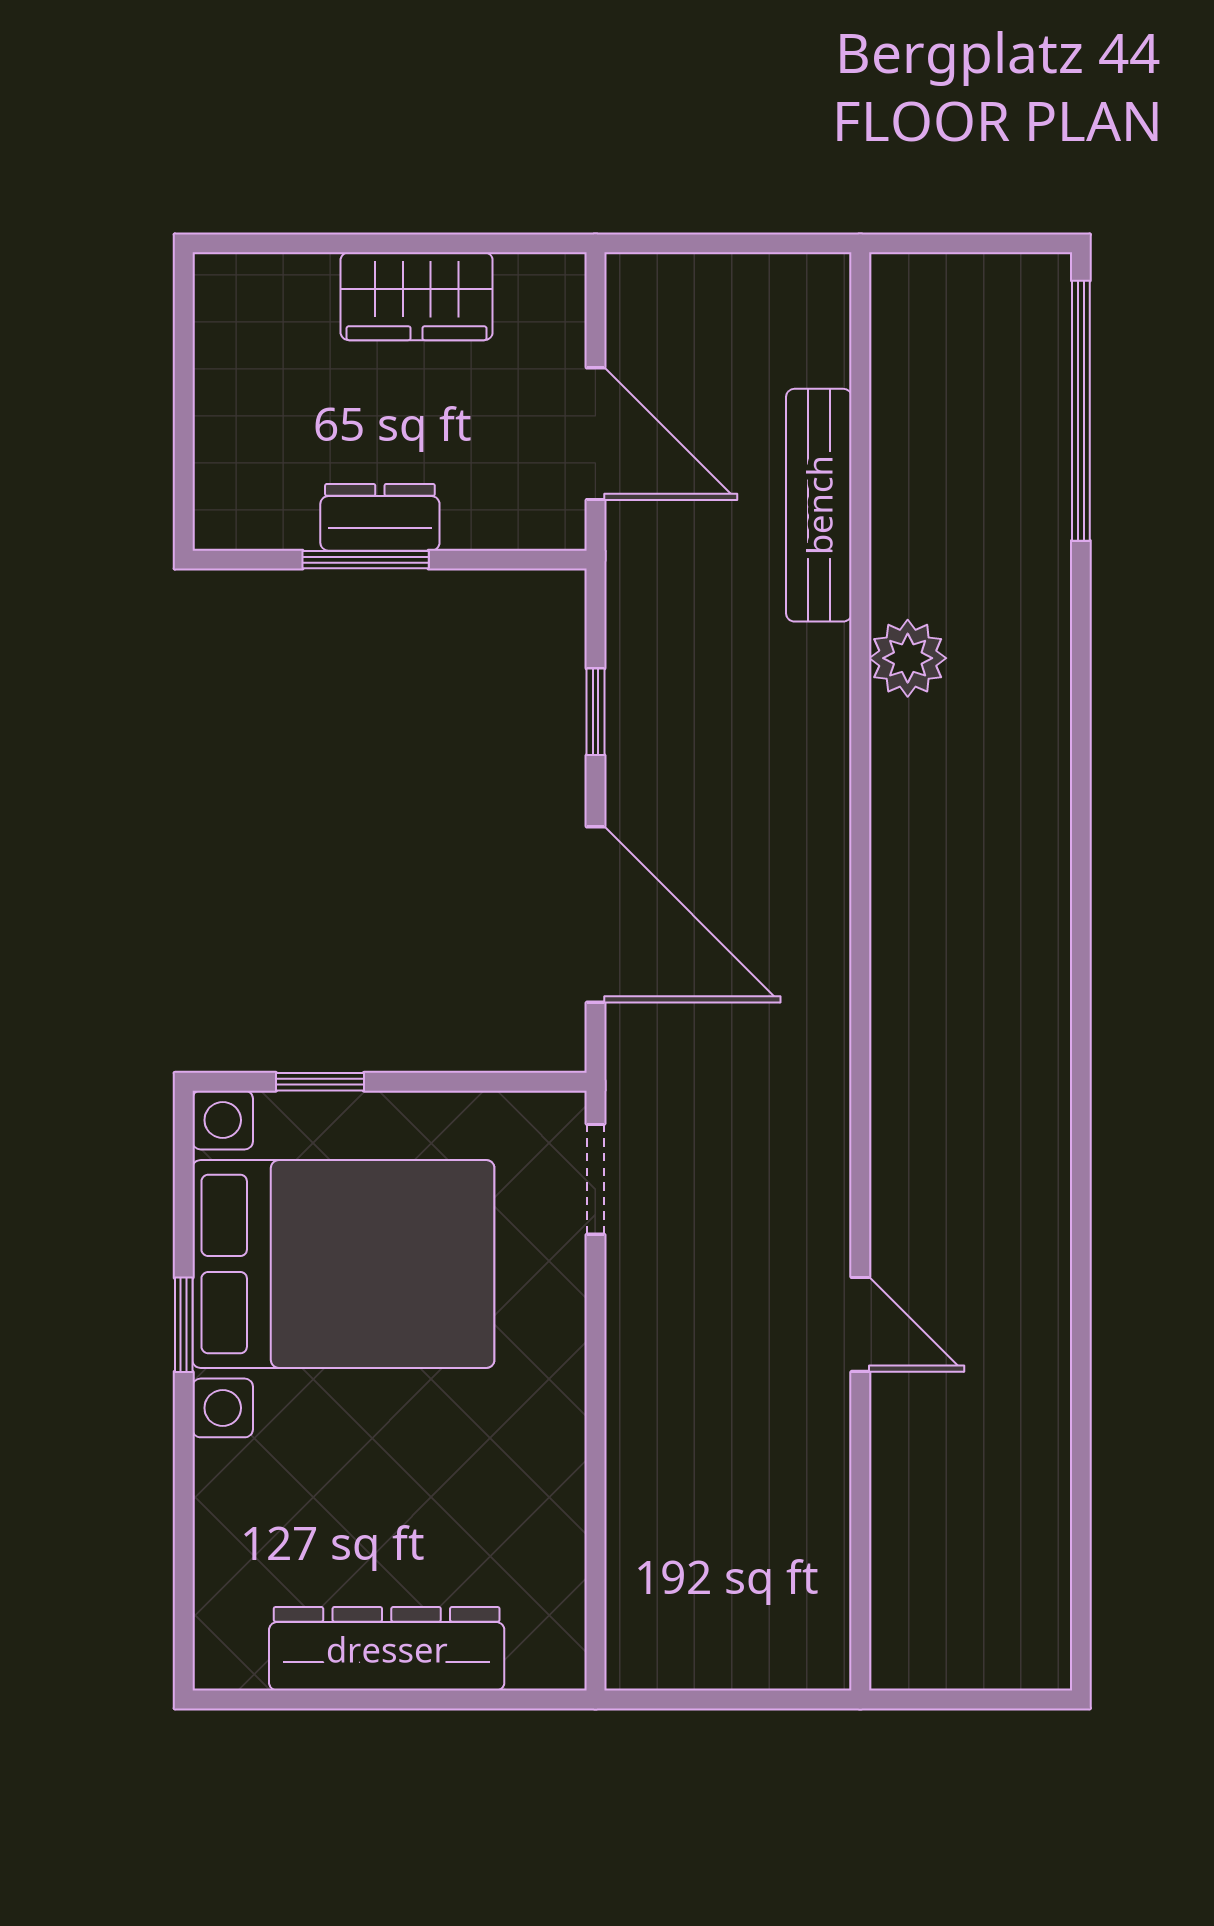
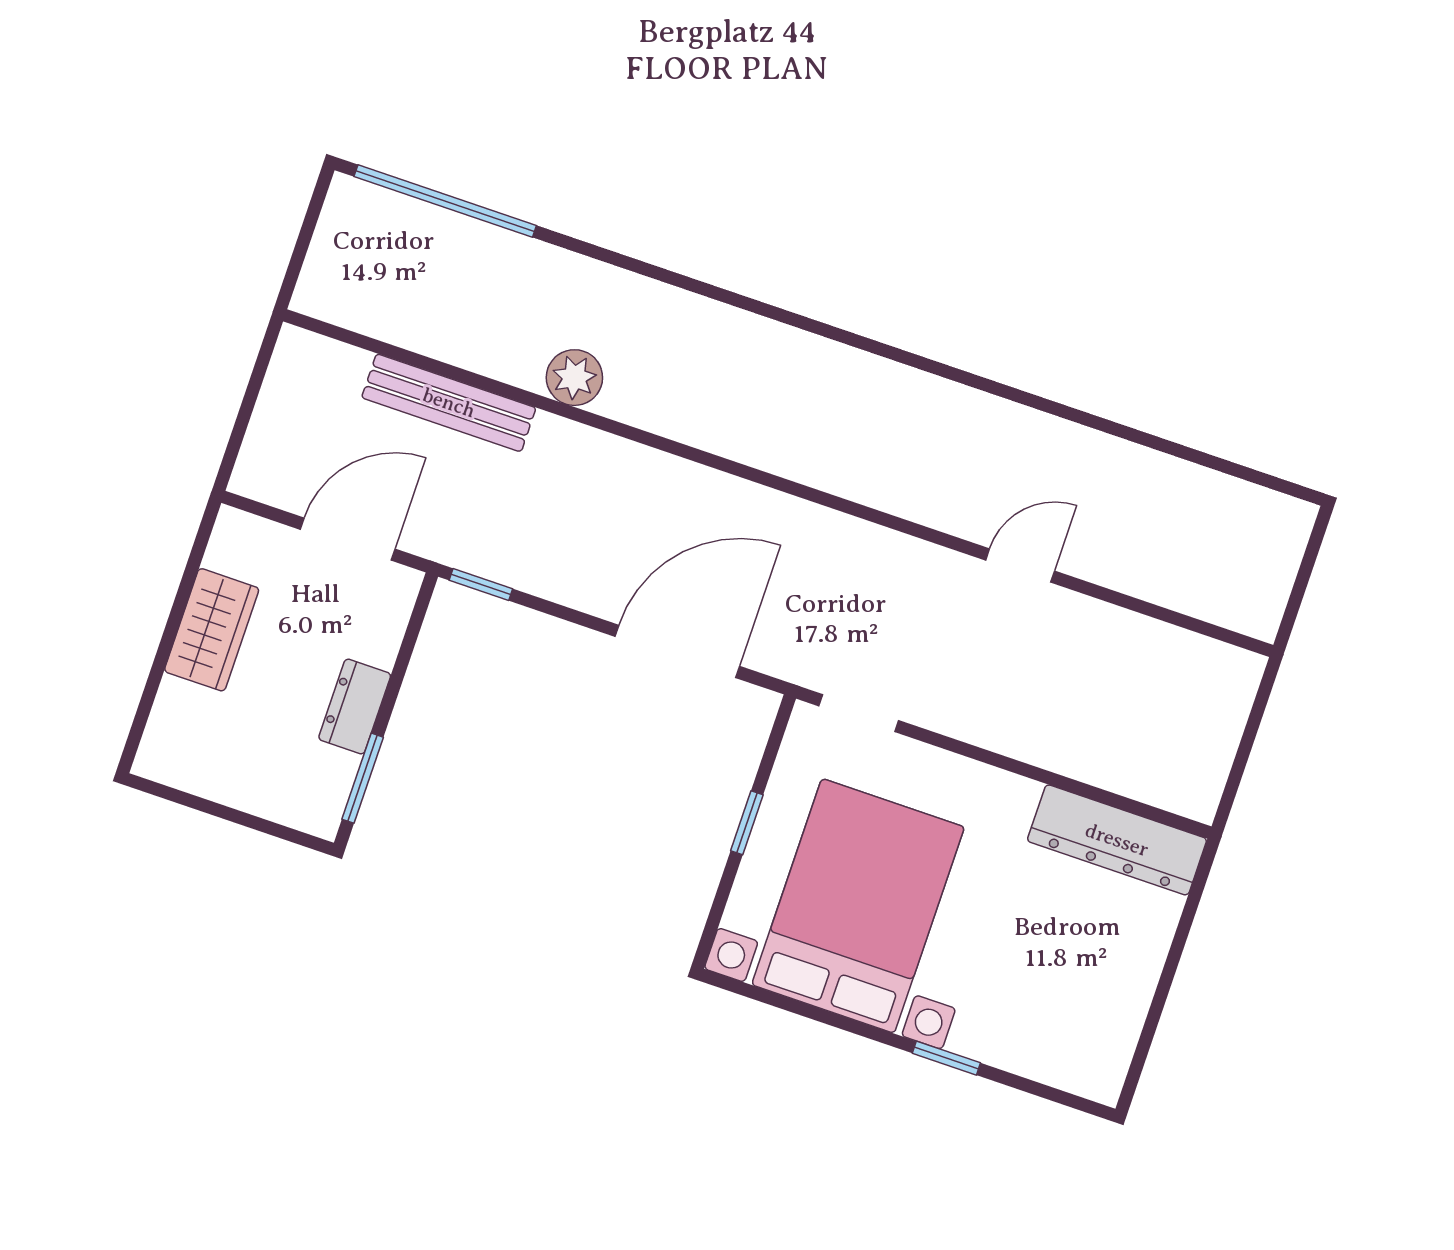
window: (366, 560) -> (363, 778), moved
window: (595, 712) -> (481, 585), moved
window: (320, 1082) -> (747, 823), moved
window: (184, 1325) -> (946, 1058), moved
dresser: (387, 1649) -> (1117, 840), moved, turned -90

